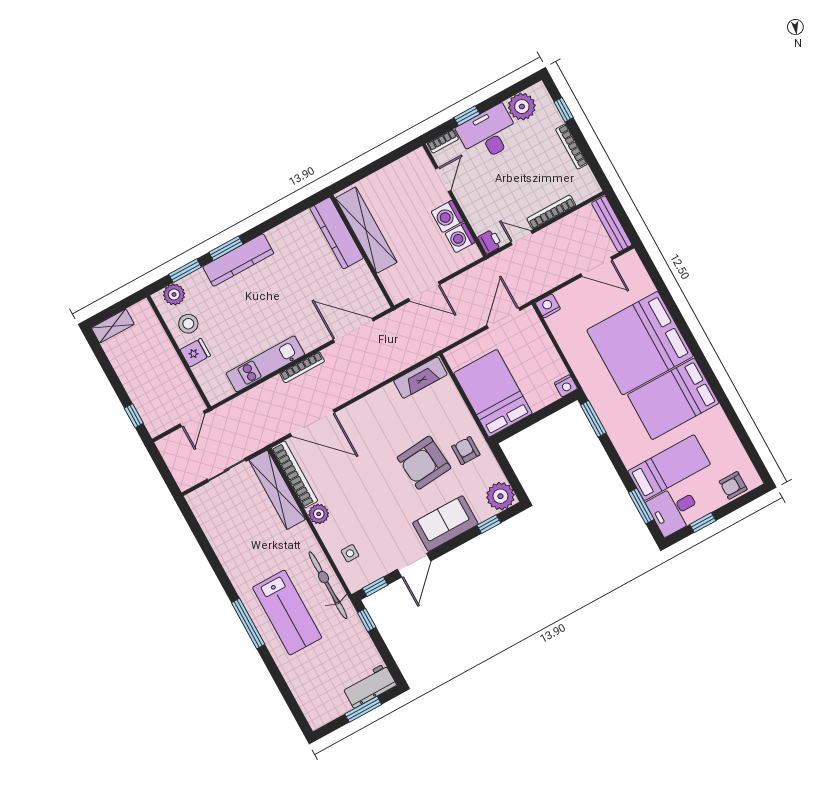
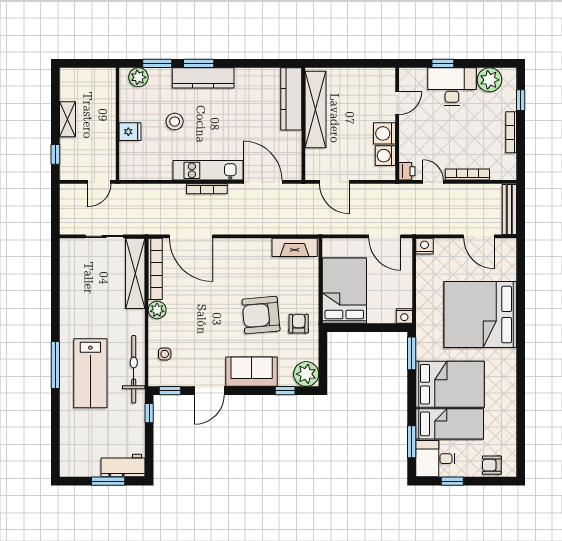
bookcase: (443, 141) -> (413, 73), removed
door: (503, 318) -> (385, 236), swing flipped
stool: (188, 324) -> (175, 122), moved
shelving: (113, 326) -> (67, 119), moved, turned 90
kitchen unit: (265, 364) -> (208, 170), moved
bed: (673, 399) -> (450, 384), moved, turned 180

